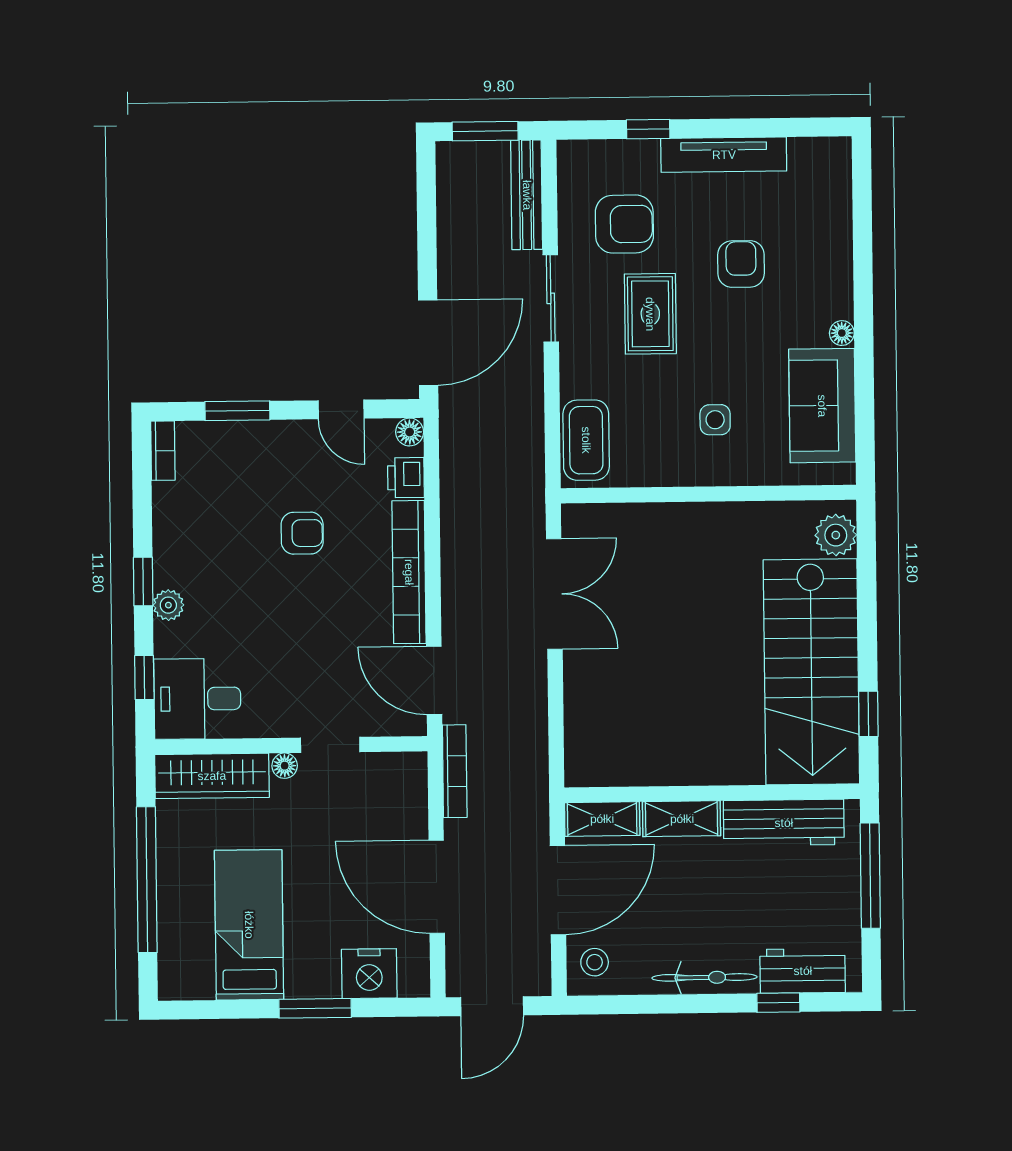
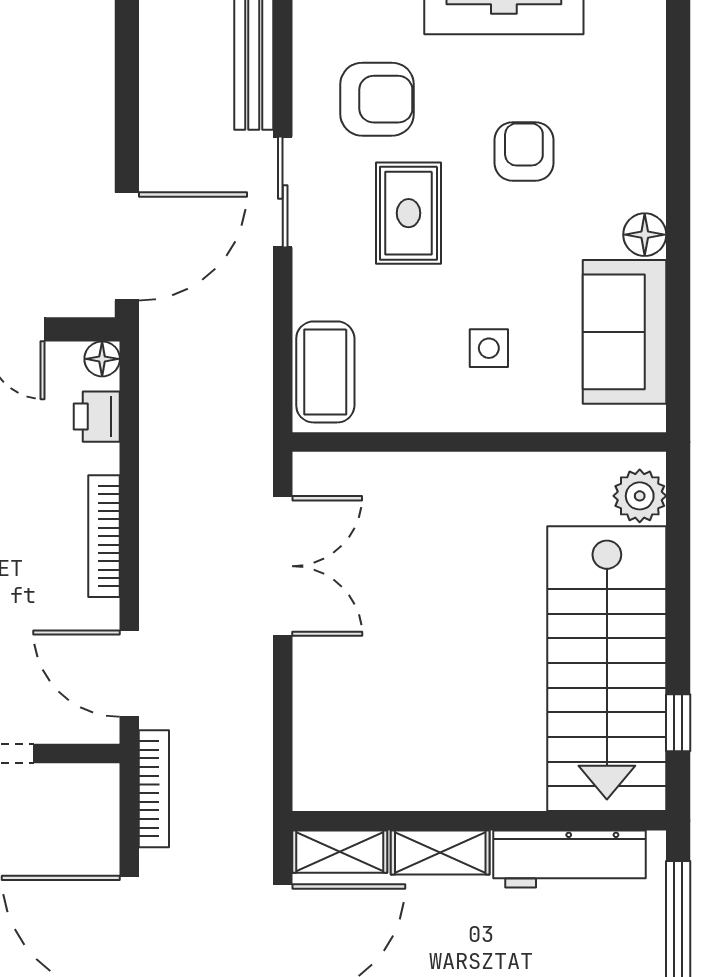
floor lamp: (842, 333) -> (645, 235), width x1.37, depth x1.37
bookcase: (409, 572) -> (104, 536), width x0.68, depth x0.76

